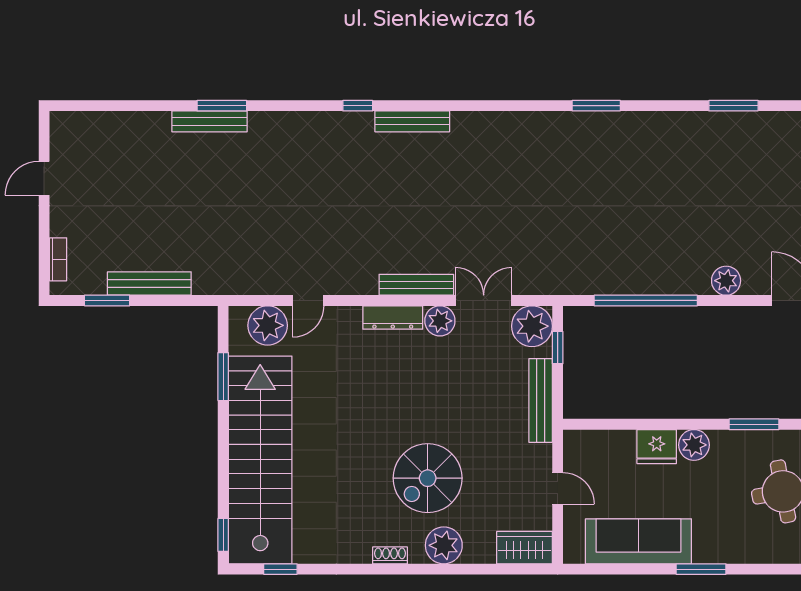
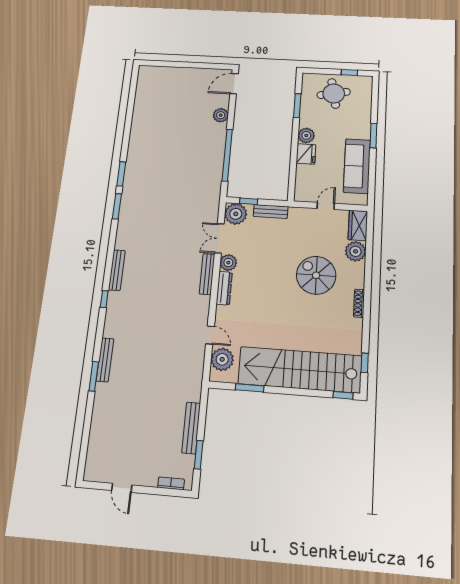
window: (733, 106) -> (117, 206), moved
bench: (210, 121) -> (105, 360), moved
bench: (541, 400) -> (271, 211), width x0.73
spiral stairs: (428, 478) -> (316, 275), turned 180
plant: (444, 545) -> (355, 251), moved
shoe rack: (390, 555) -> (359, 303), width x1.43

